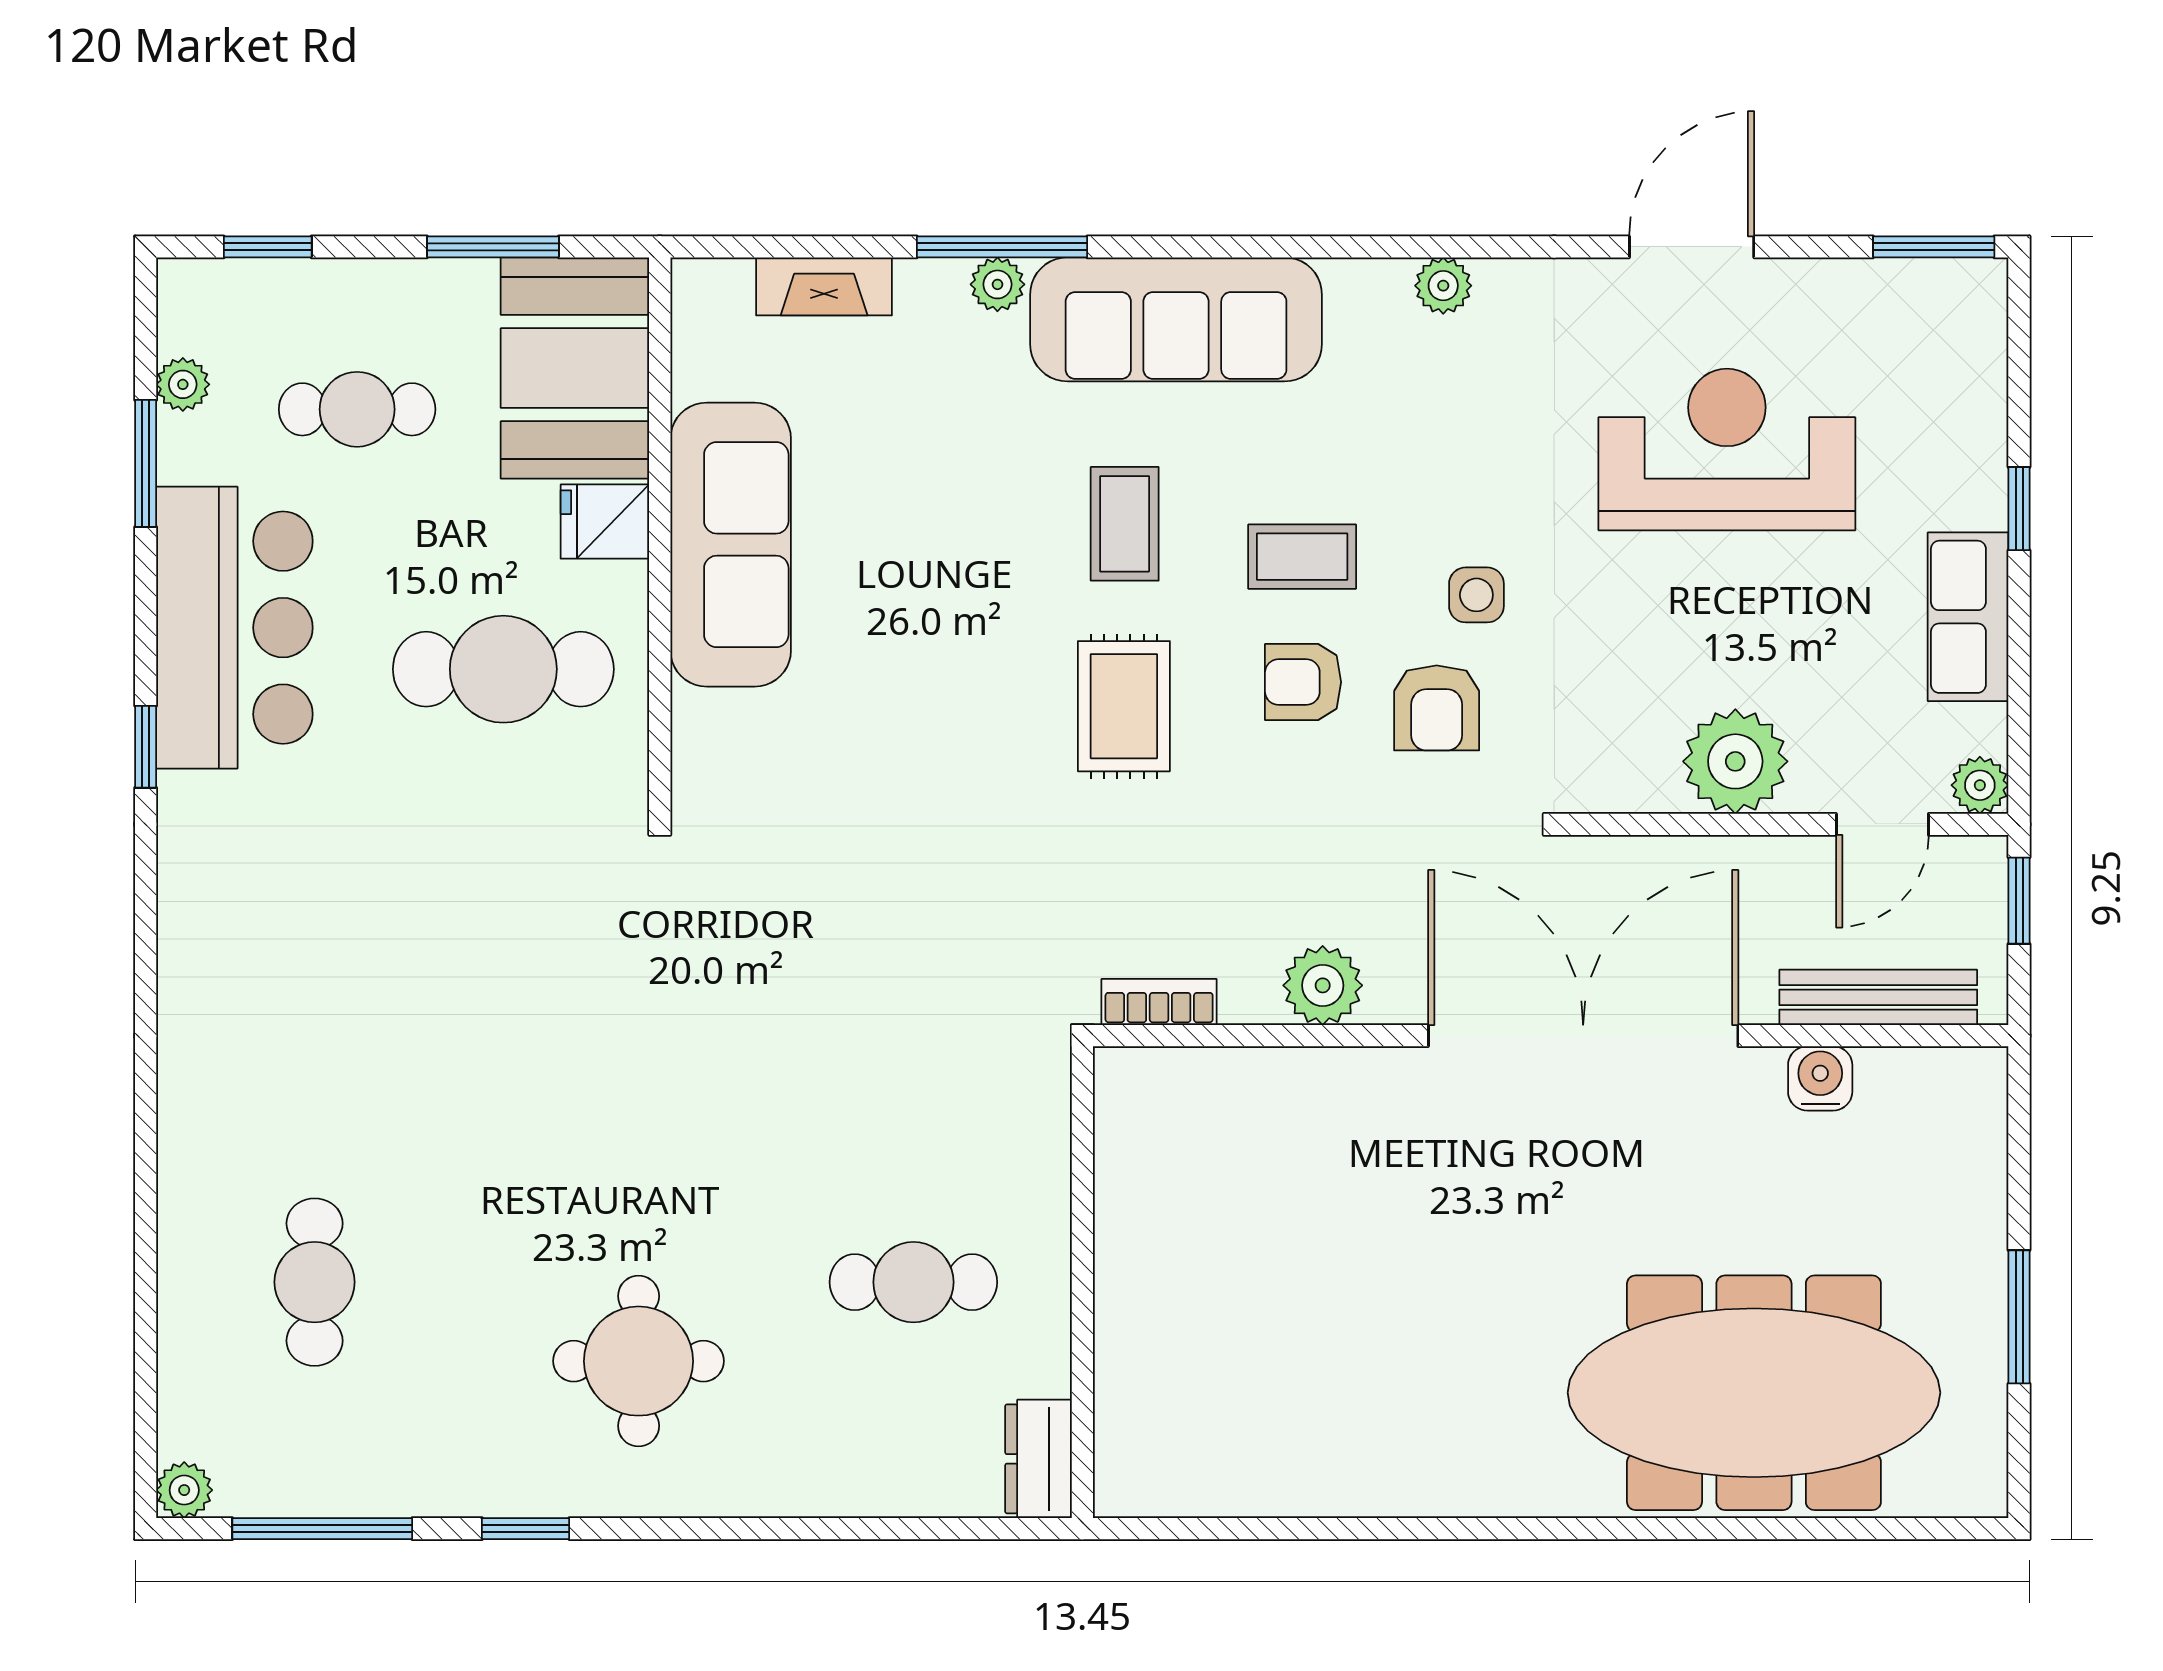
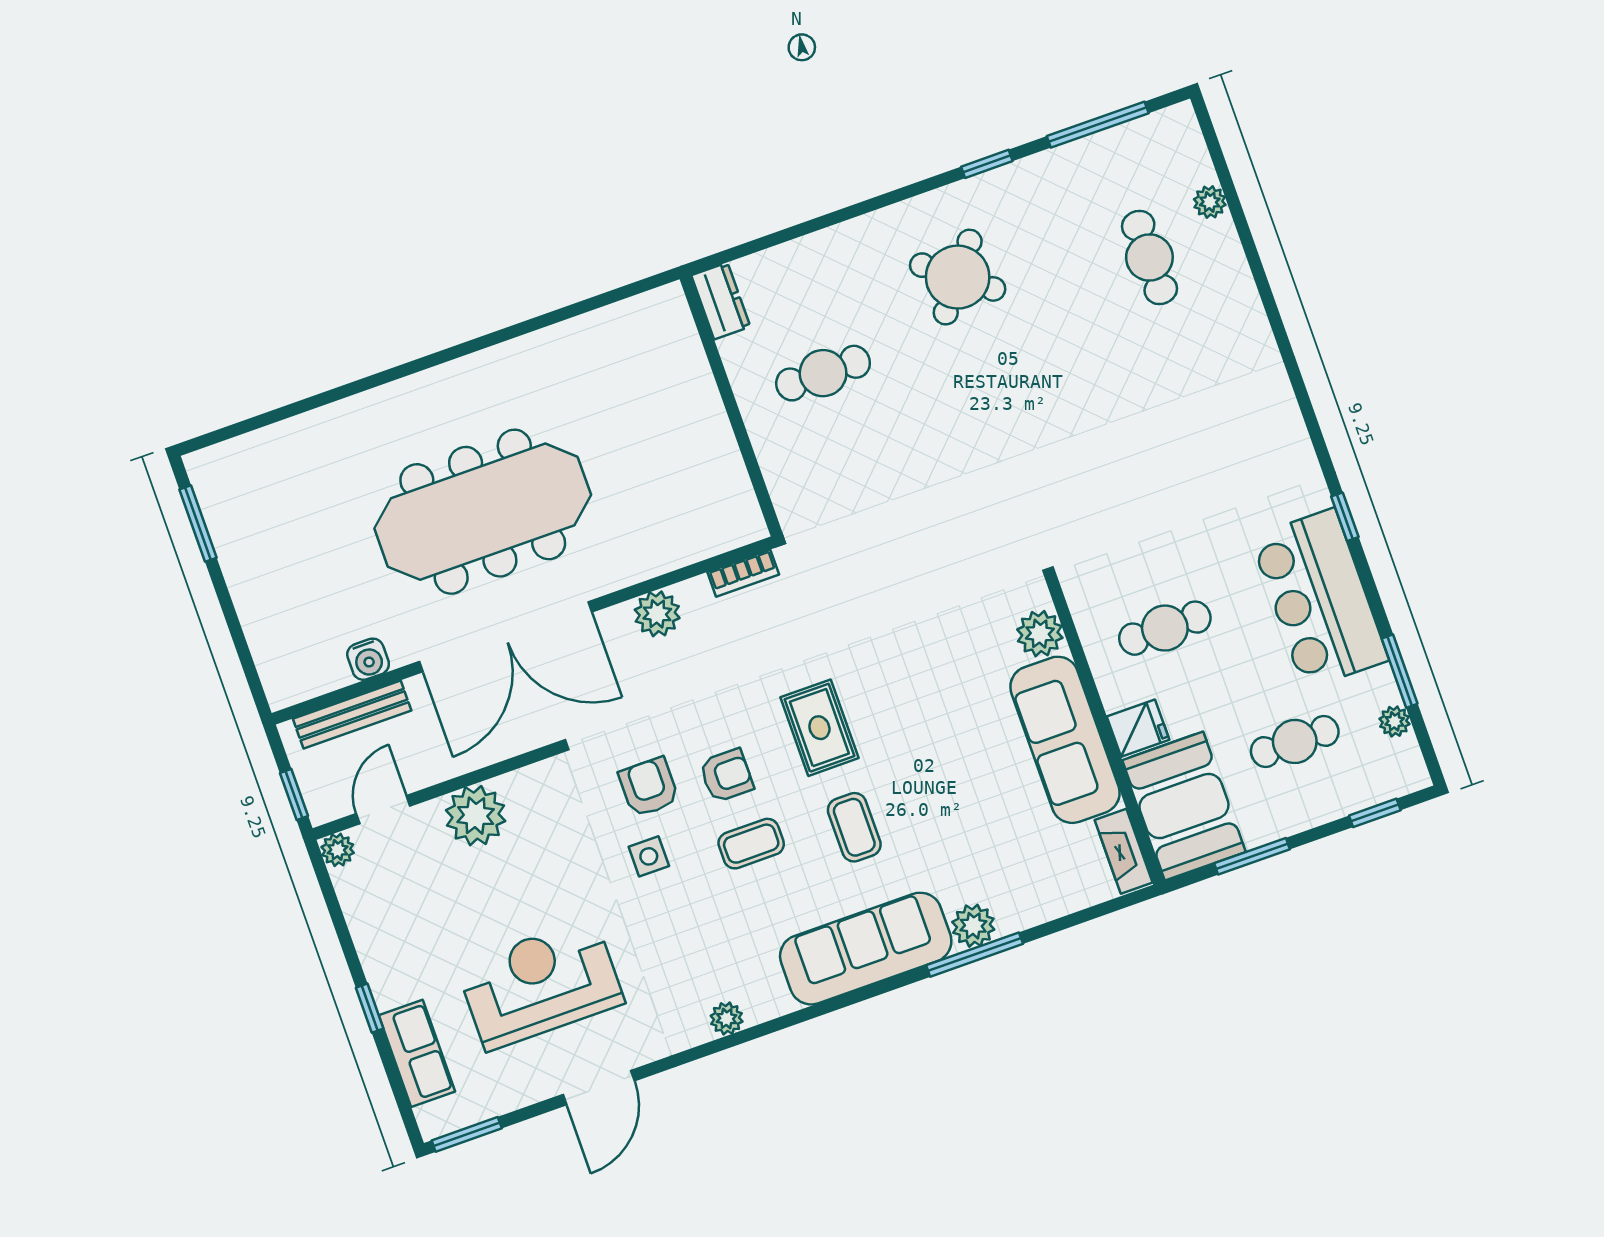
plant: (997, 284) -> (973, 926), width x1.38, depth x1.38
fireplace: (824, 286) -> (1124, 851), moved, turned -90
reception desk: (1727, 449) -> (540, 984), turned 180
row of seats: (1968, 617) -> (417, 1053), moved
cafe table: (503, 669) -> (1165, 628), width x0.73, depth x0.74
plant: (710, 732) -> (1040, 634), added
window: (2019, 1317) -> (198, 524), moved
round table: (639, 1361) -> (958, 277), turned 38
meeting table: (1754, 1393) -> (483, 512), moved
plant: (184, 1490) -> (1210, 202), moved

